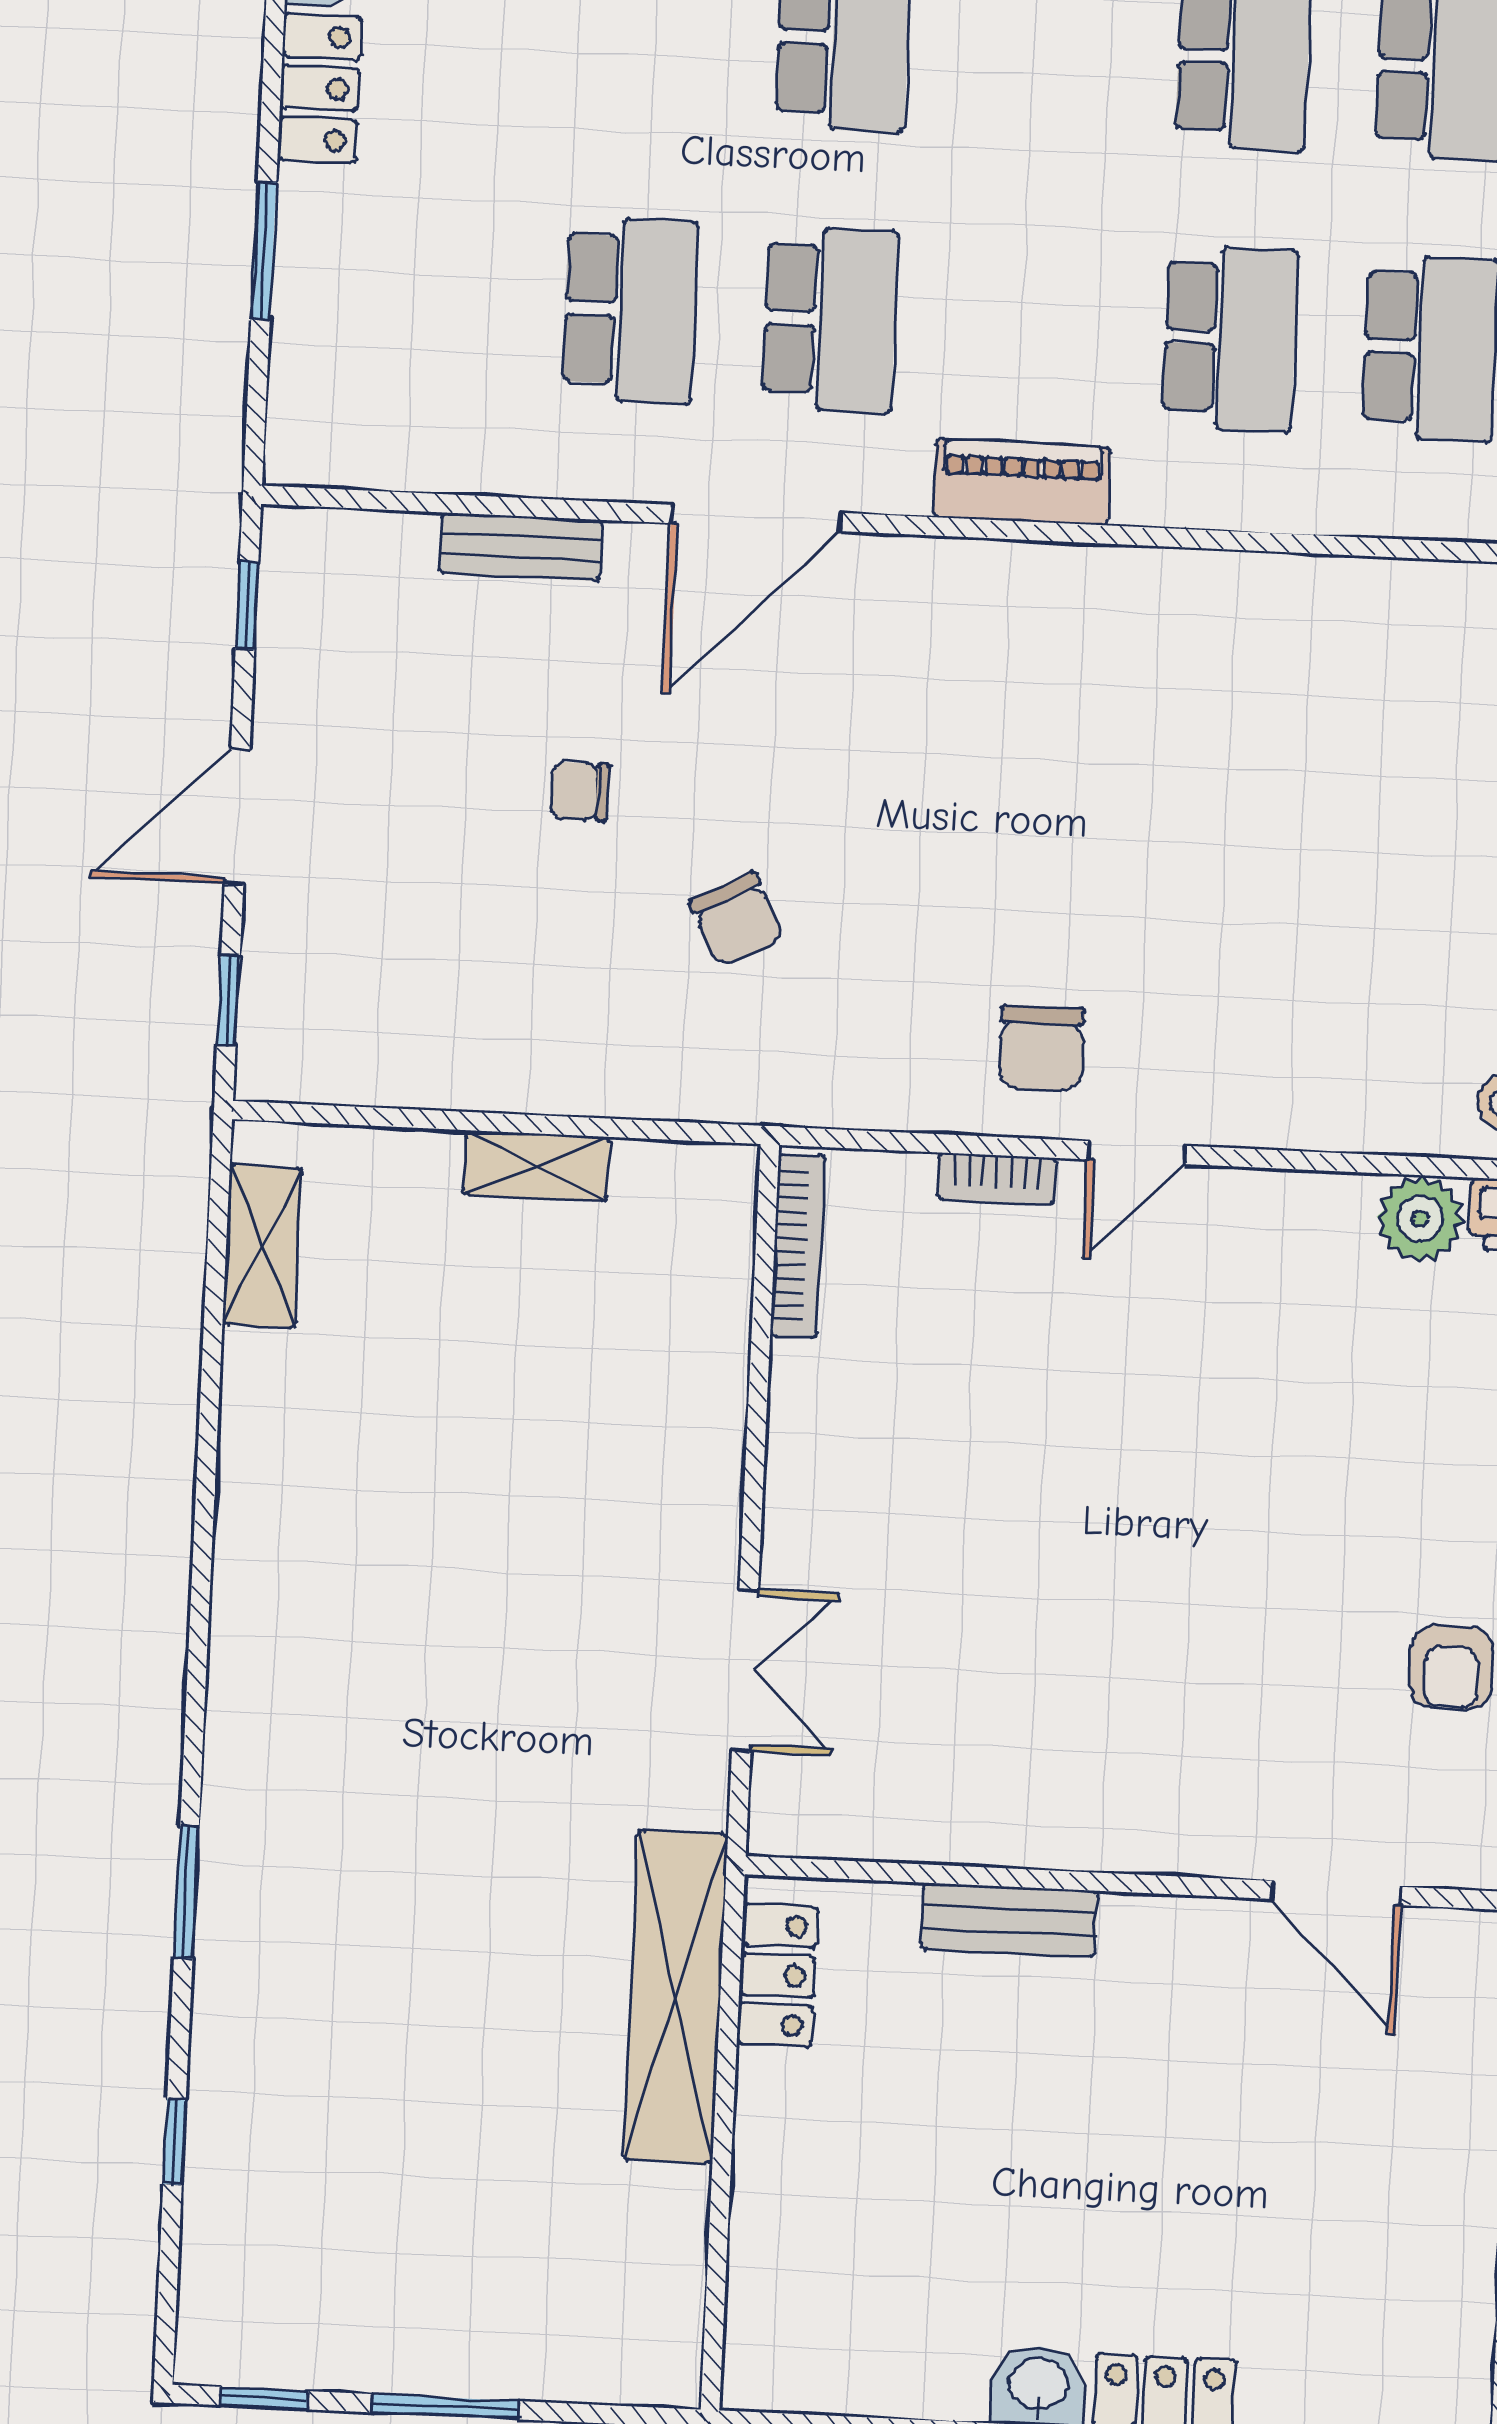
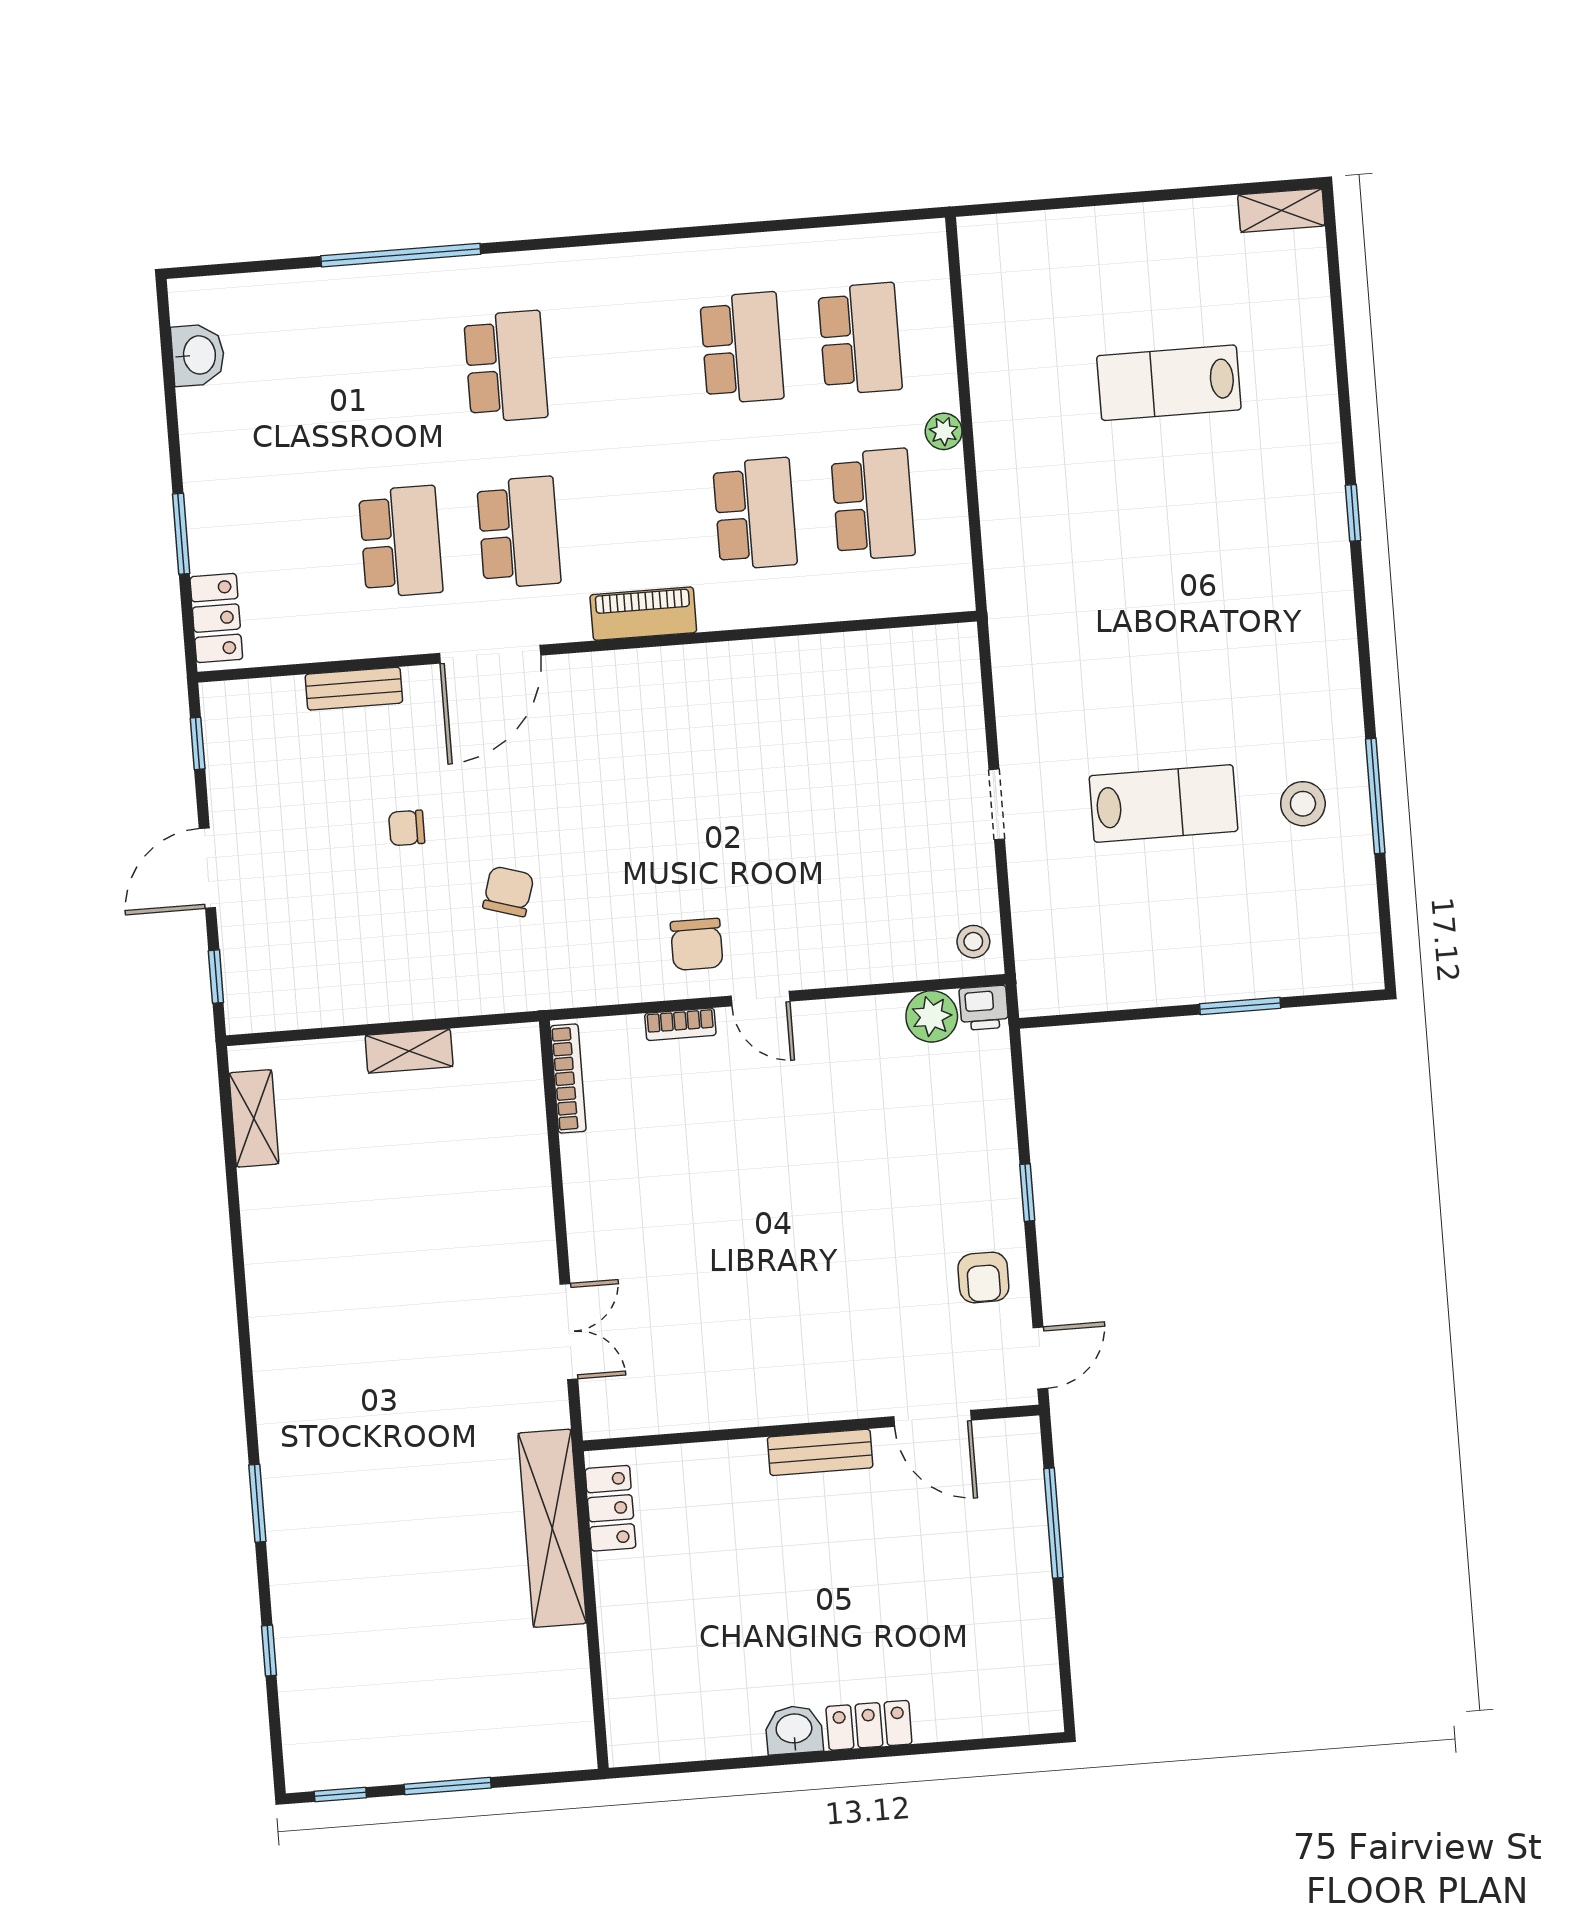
locker: (320, 88) -> (216, 618), moved
chair: (737, 919) -> (508, 891), turned -136
door: (1137, 1153) -> (760, 999), hinge flipped
bench: (1009, 1920) -> (820, 1452), moved

